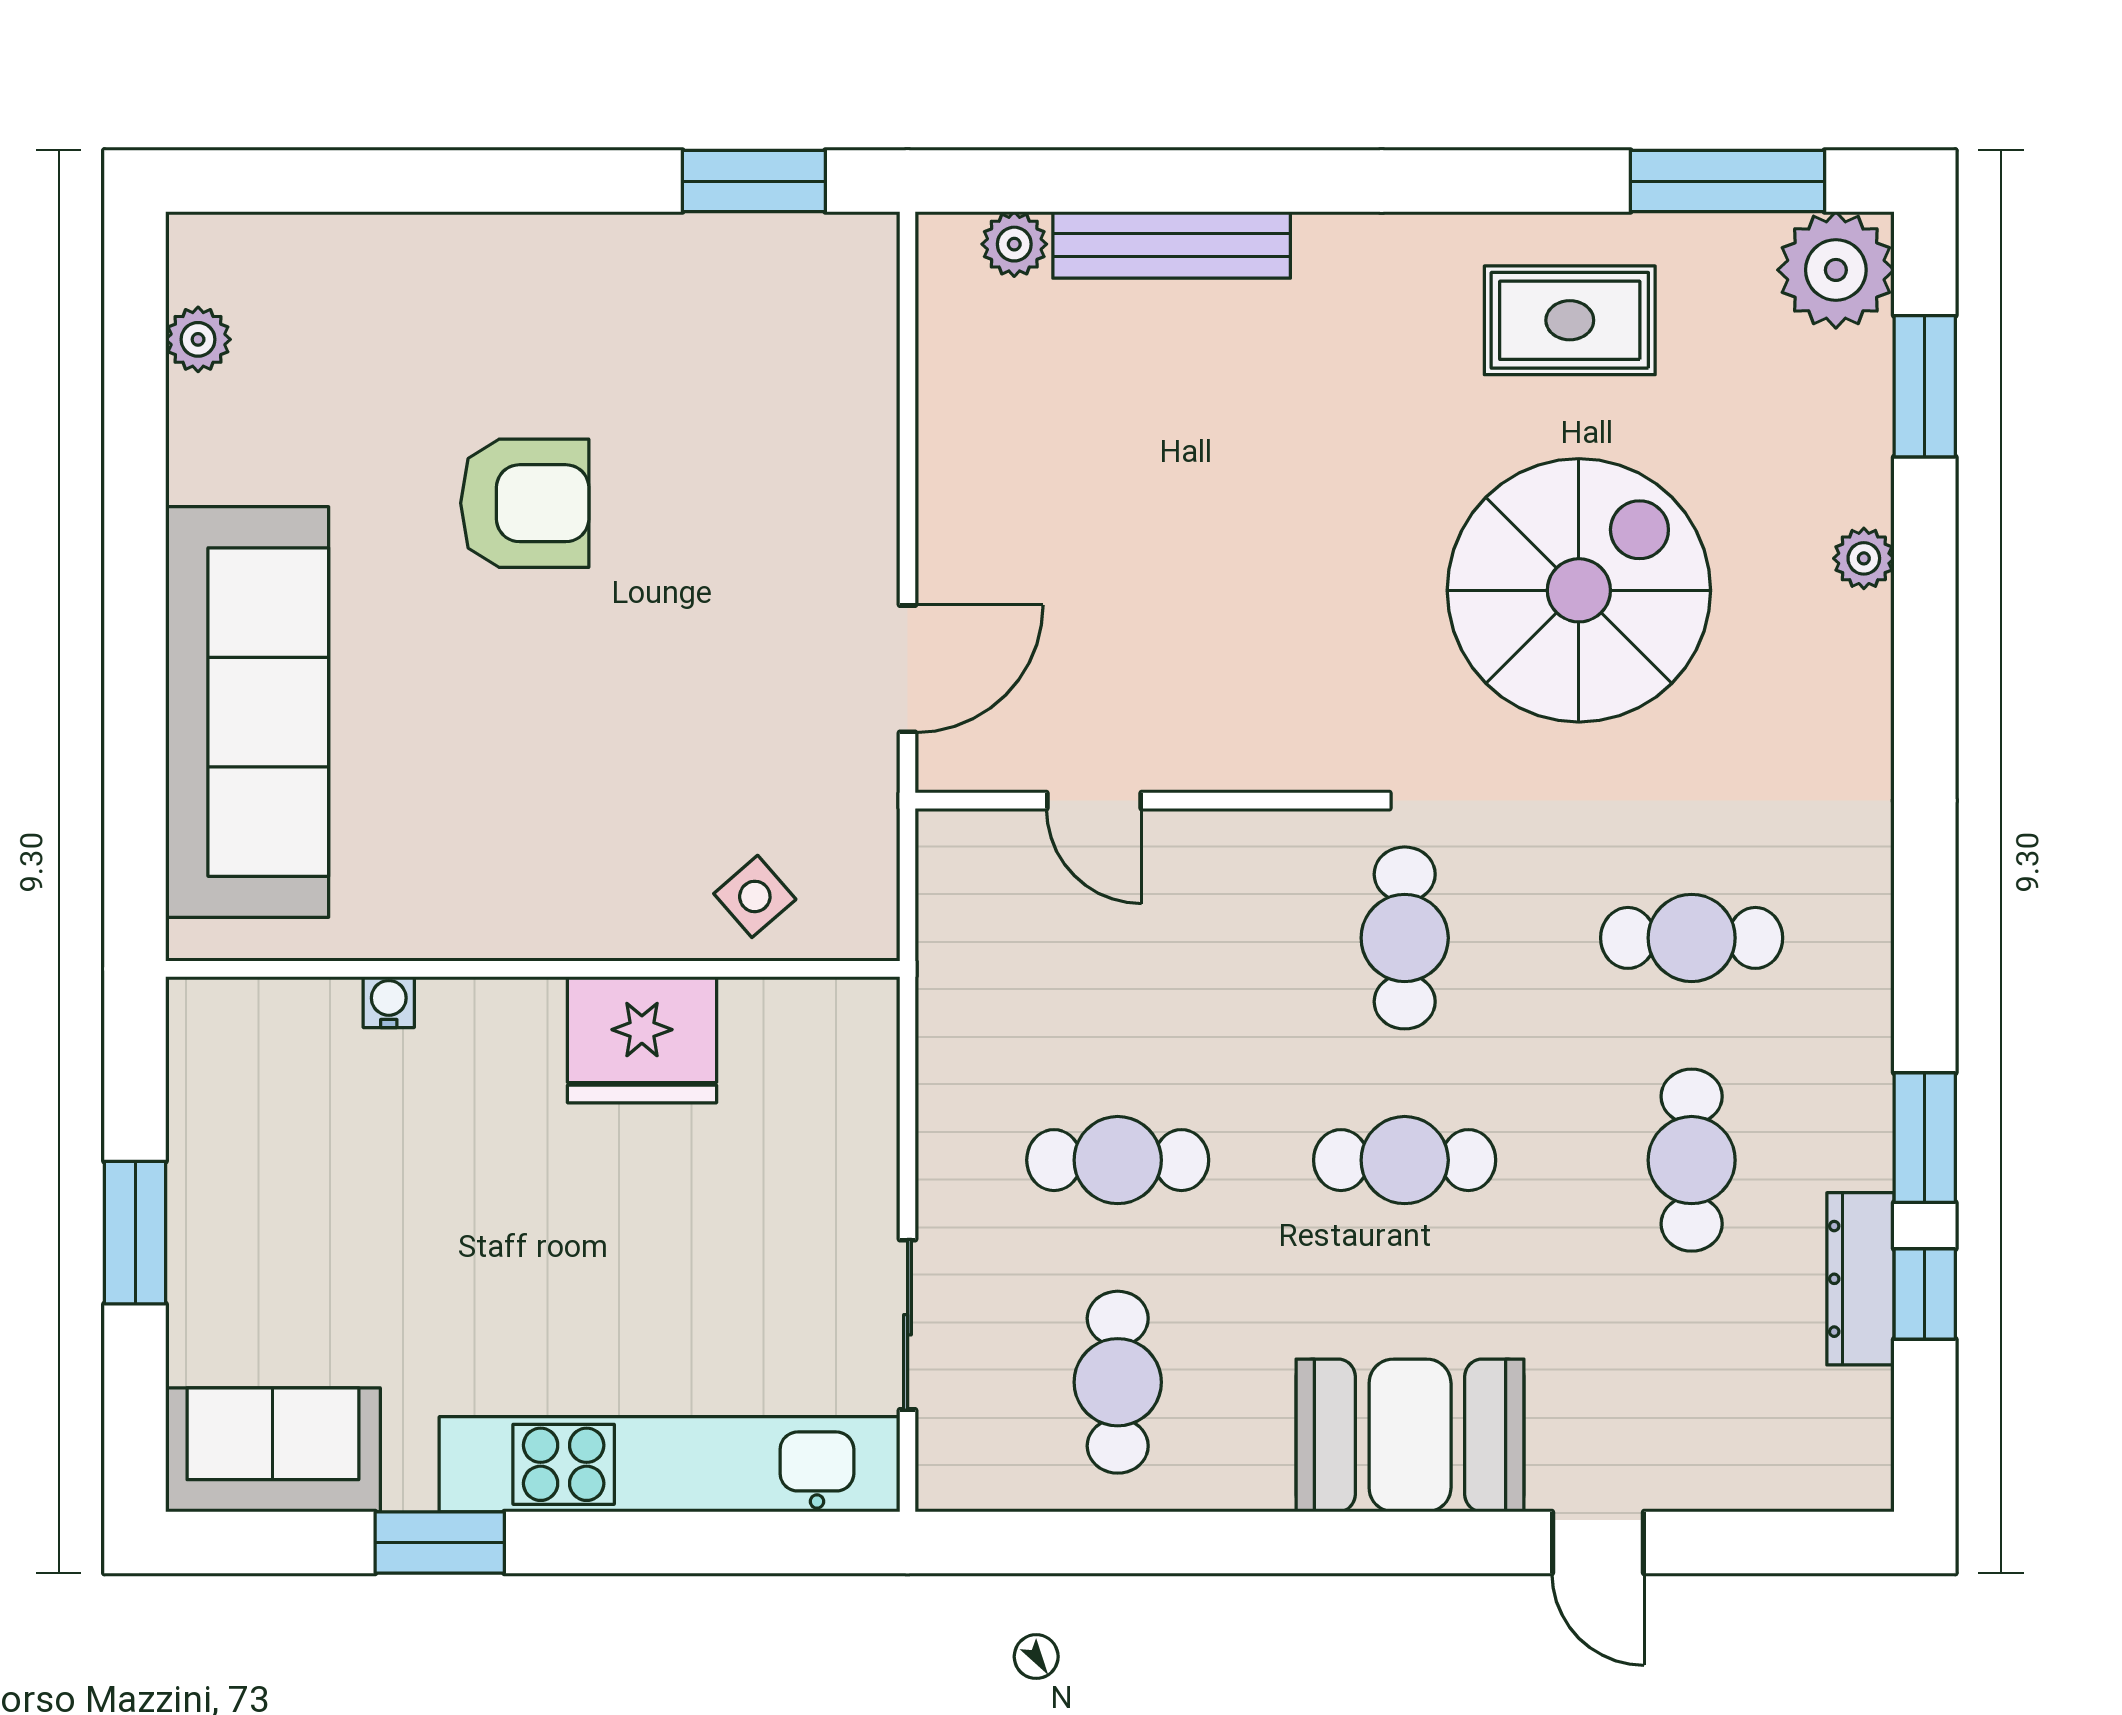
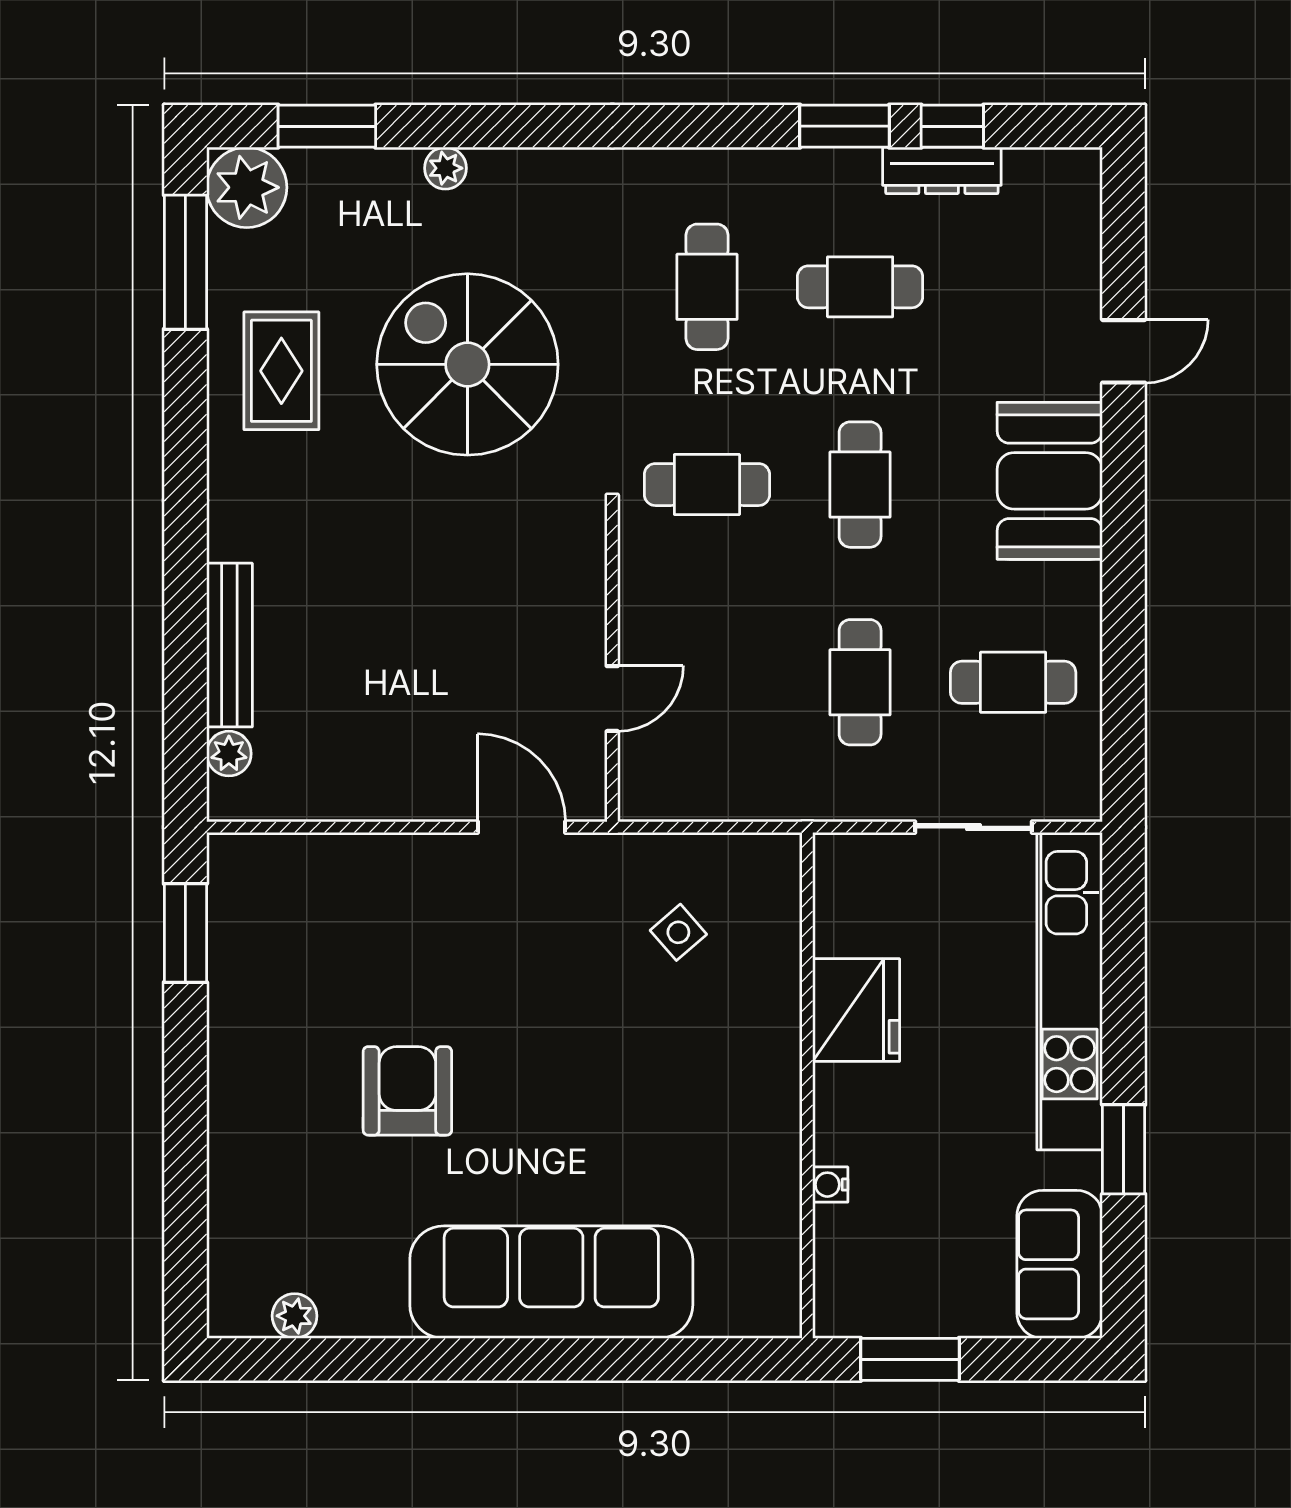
wall: (533, 969) -> (807, 1085), moved
water cooler: (389, 1002) -> (830, 1185), moved
fridge: (642, 1040) -> (856, 1010), moved

